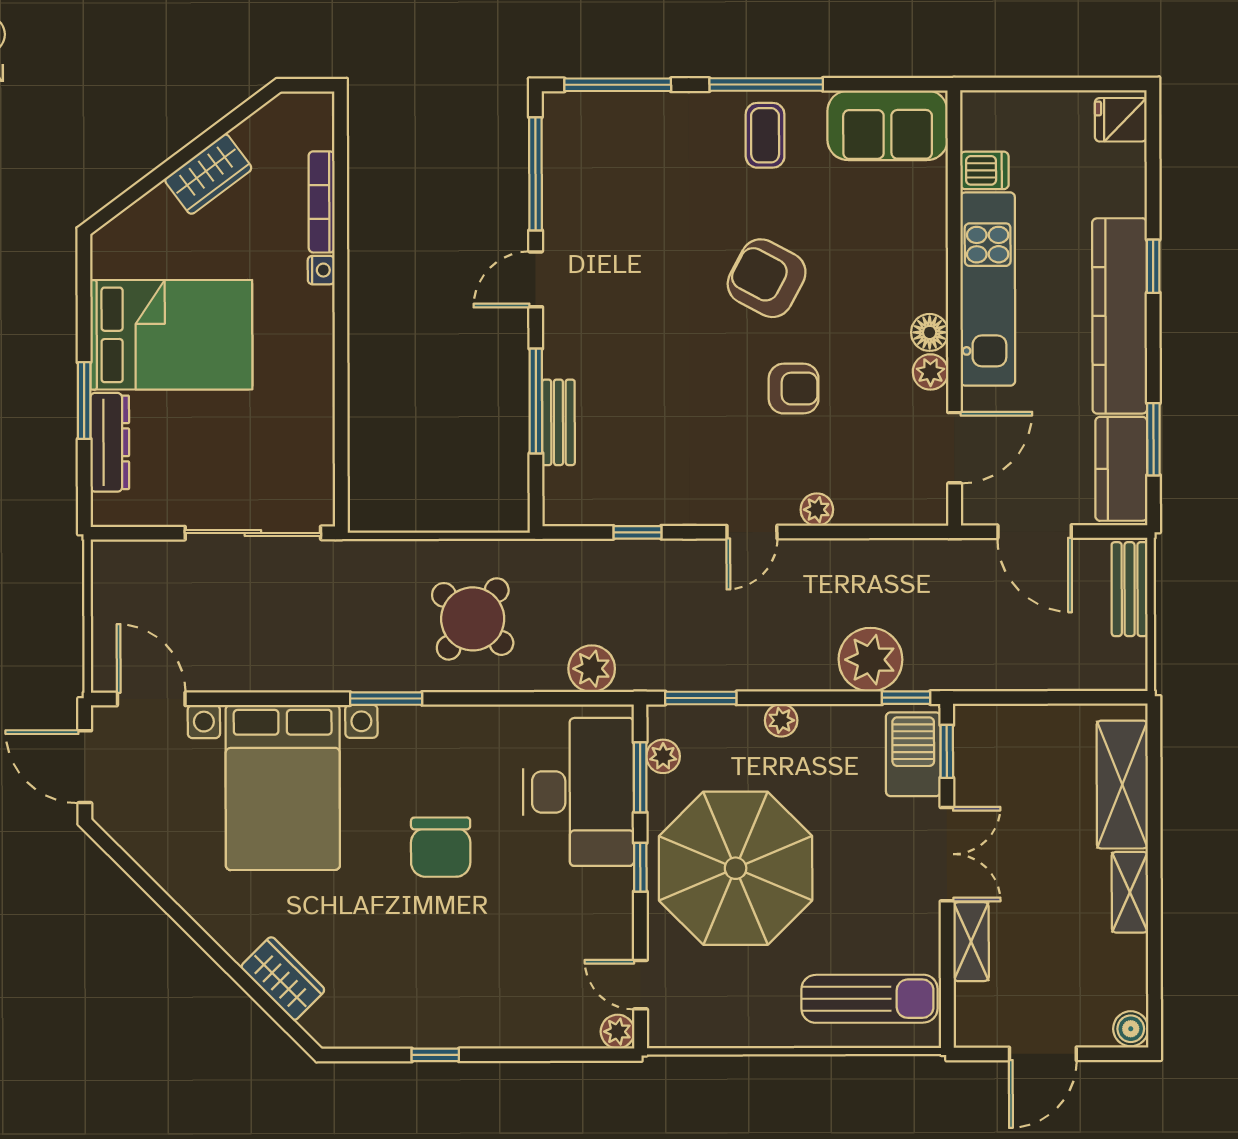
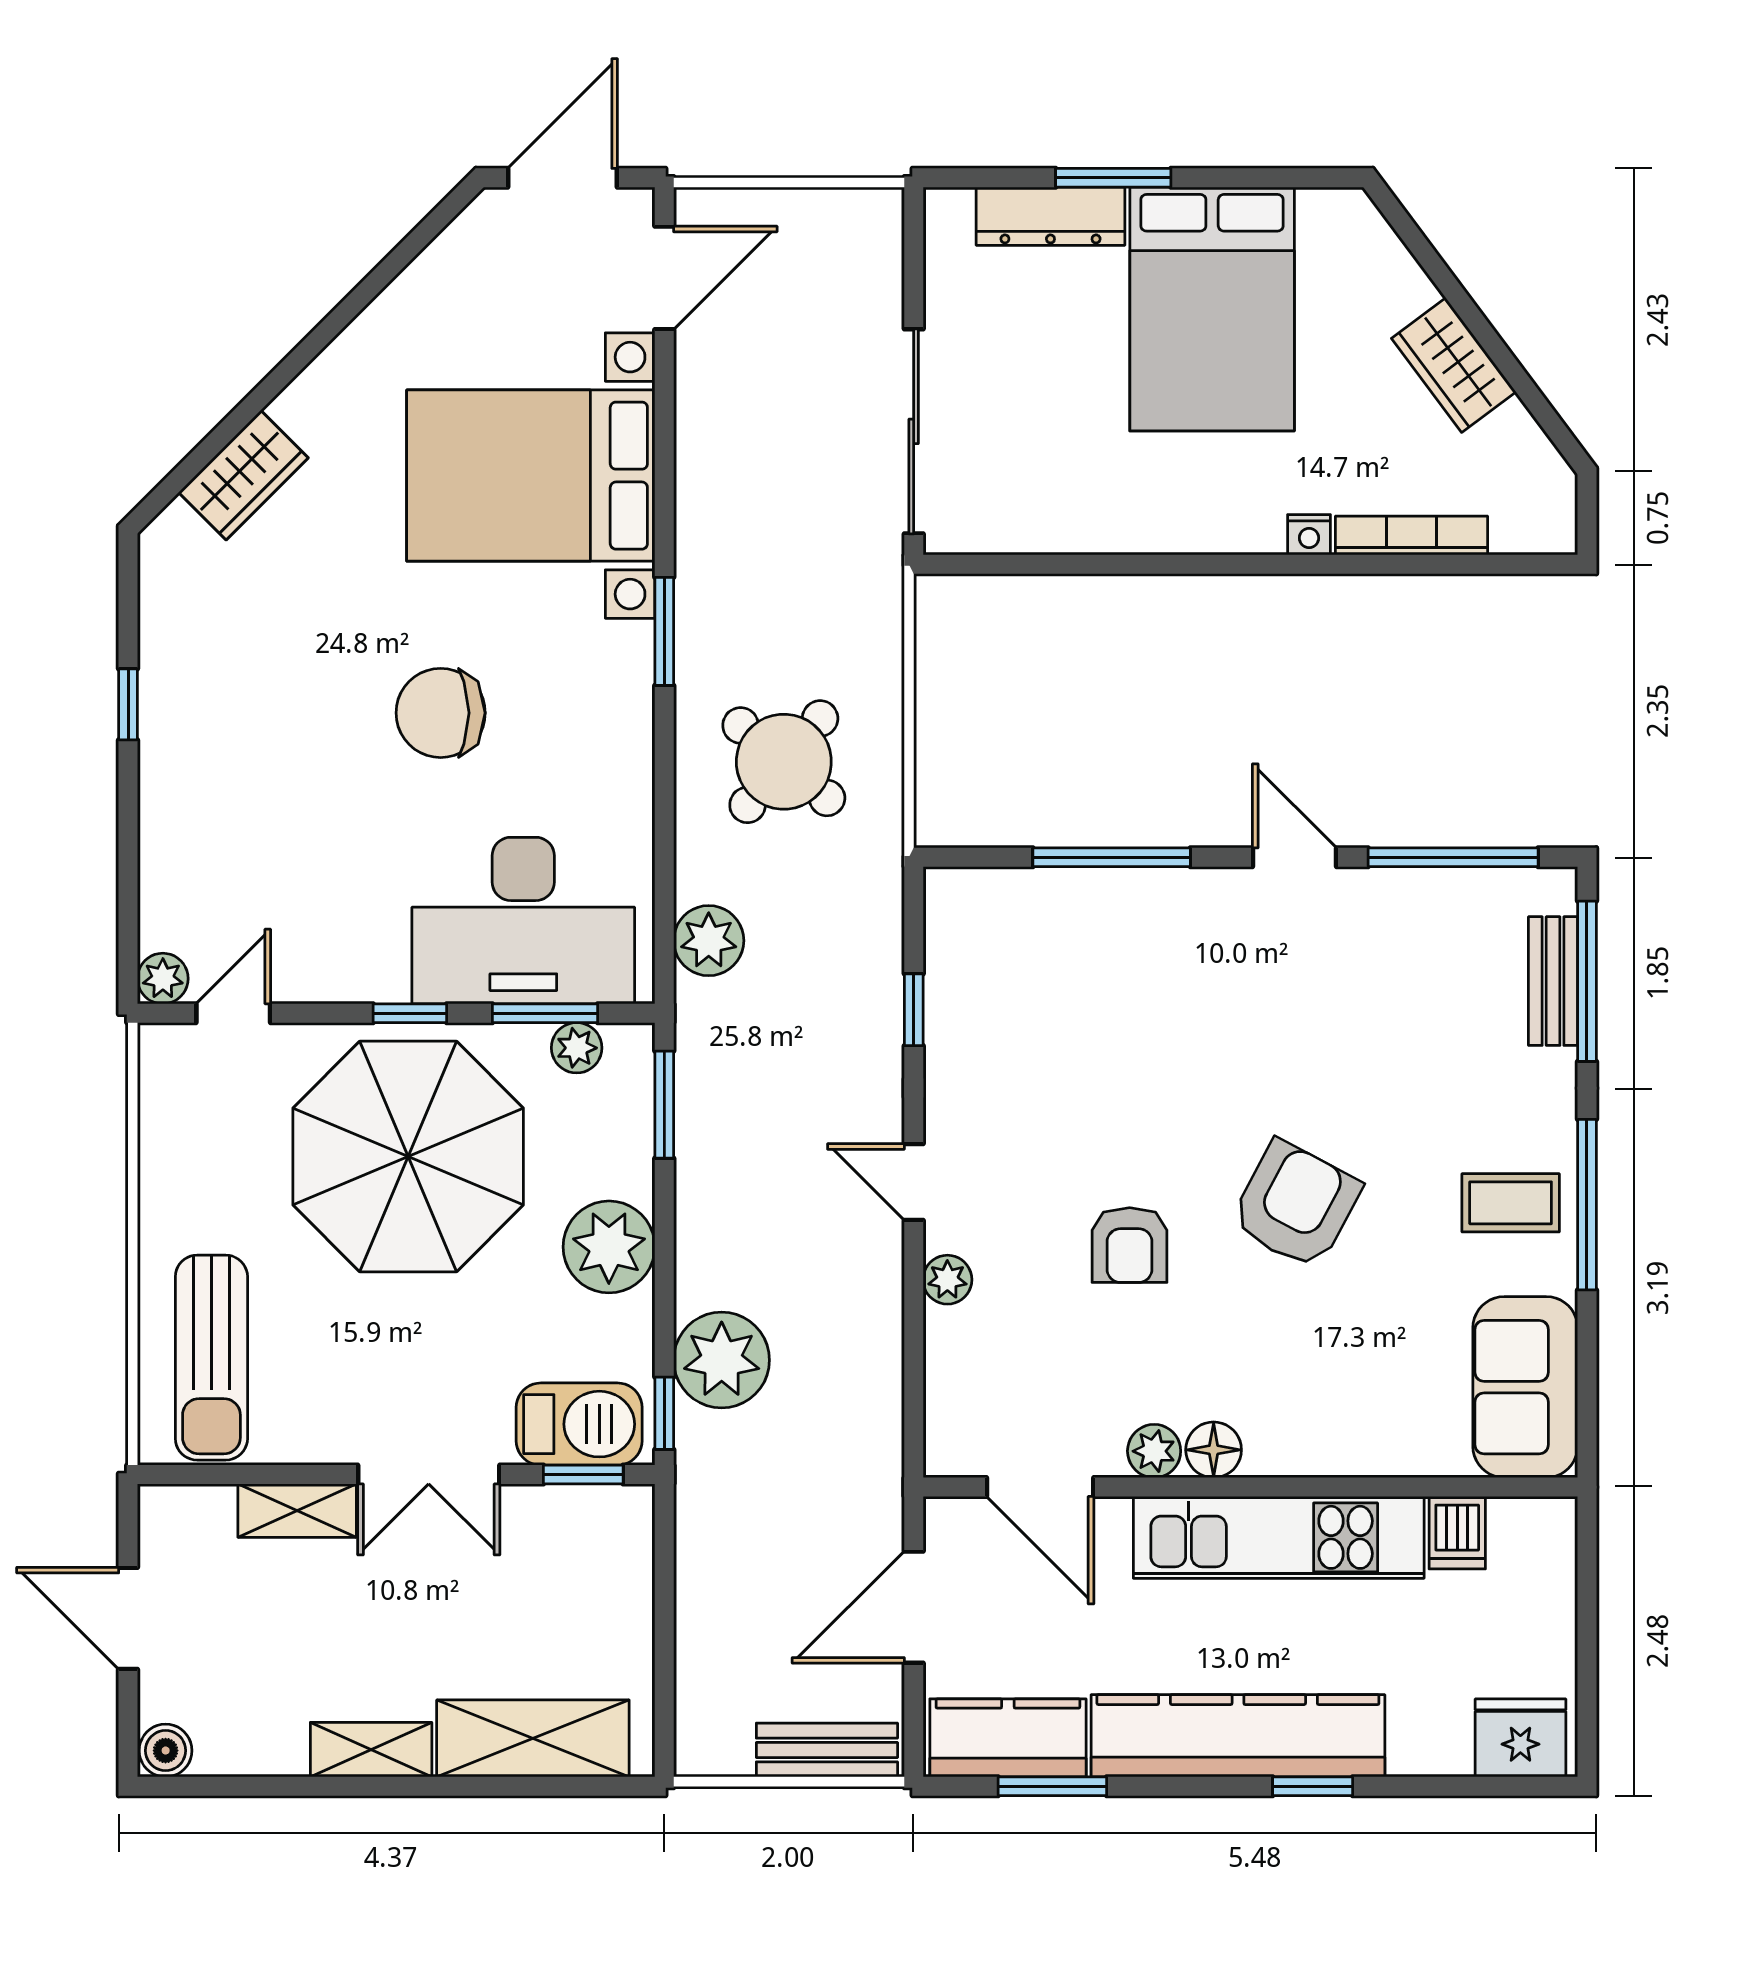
fridge: (1121, 120) -> (1520, 1738), width x1.38
bench: (558, 422) -> (1553, 981), moved, turned 90
plant: (781, 720) -> (609, 1247), width x1.87, depth x1.87

